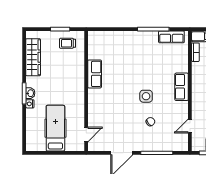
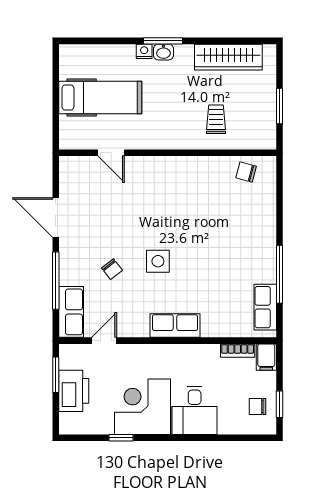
trolley: (68, 43) -> (216, 119), moved
chair: (97, 47) -> (246, 172), added
row of seats: (95, 74) -> (71, 312), moved, turned -90
door: (190, 126) -> (104, 341), hinge flipped
door: (86, 135) -> (111, 153), moved

